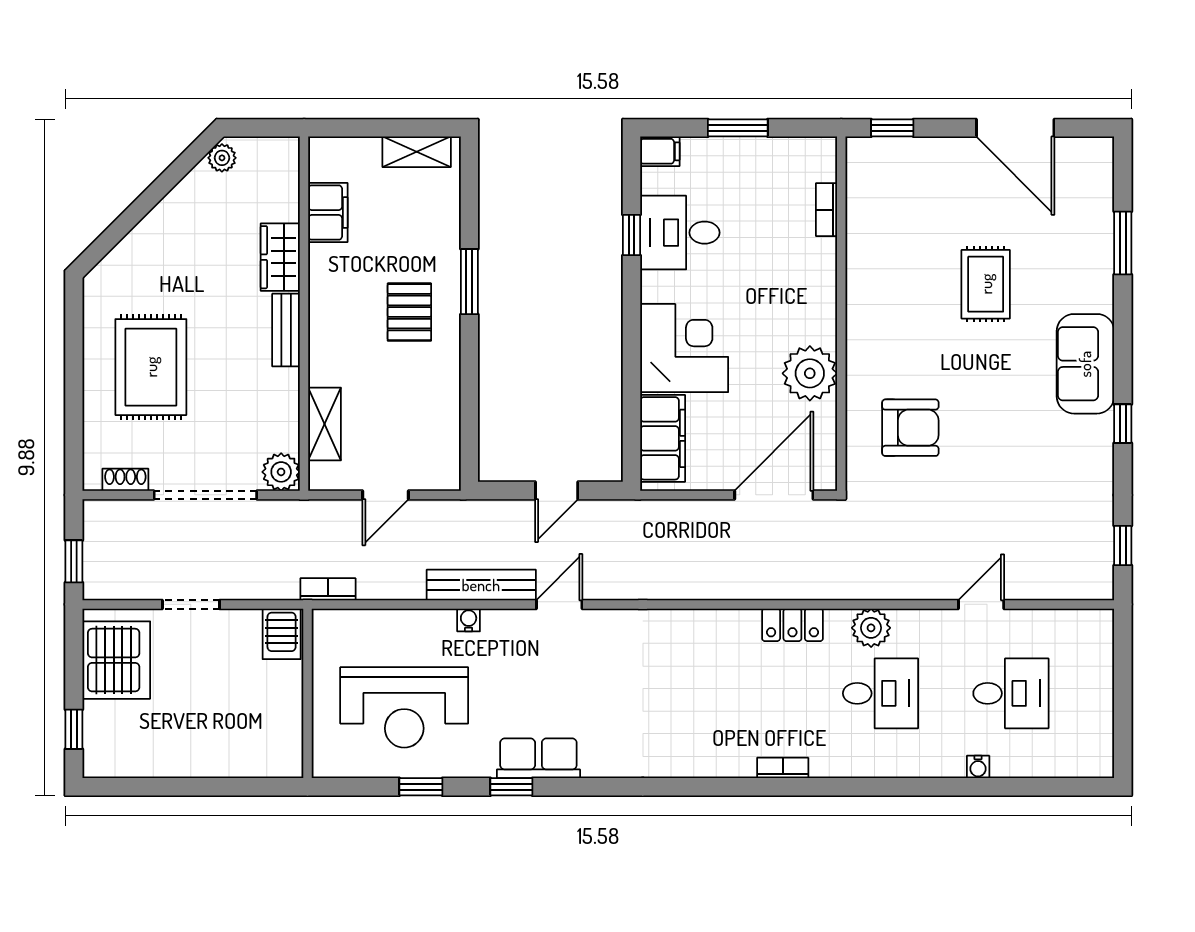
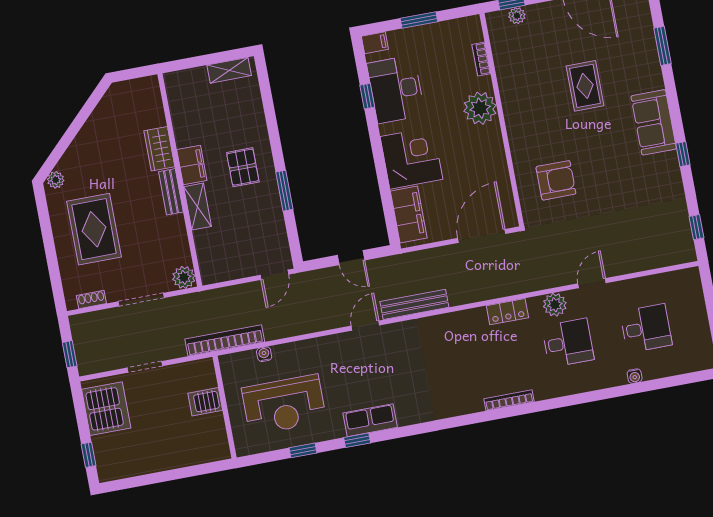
plant: (897, 150) -> (517, 16), added
plant: (222, 158) -> (56, 180), moved
filing cabinet: (328, 213) -> (192, 165), moved
desk: (680, 233) -> (396, 89), width x1.37
window: (469, 282) -> (284, 191), moved
plant: (810, 373) -> (480, 108), moved
shelving: (325, 424) -> (198, 207), moved
door: (557, 491) -> (351, 258), hinge flipped
doorway: (205, 495) -> (141, 300), width x0.73
door: (385, 495) -> (274, 275), moved
bench: (481, 585) -> (414, 304), moved
bookcase: (328, 589) -> (225, 340), width x2.31, depth x1.31
door: (981, 604) -> (592, 283), moved
water cooler: (469, 620) -> (264, 354), moved
server rack: (282, 634) -> (205, 402), moved, turned 90
bookcase: (783, 768) -> (509, 400), width x1.56

